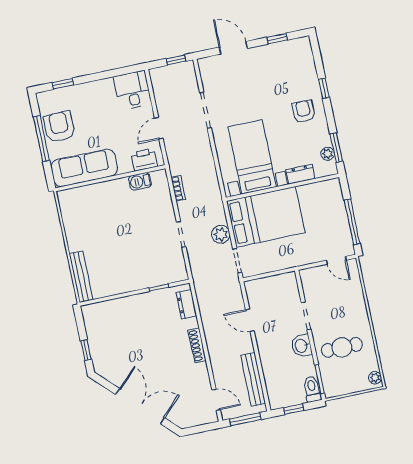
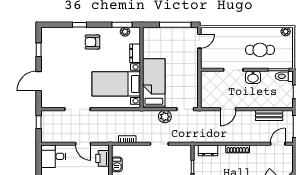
bed: (266, 217) -> (154, 83), width x0.67
cafe table: (342, 347) -> (260, 50), turned 90
bench: (253, 379) -> (269, 115), width x0.73

